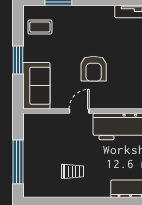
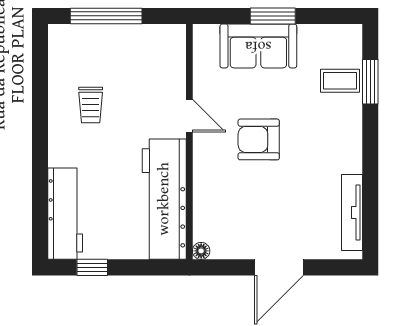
coffee table: (40, 27) -> (340, 81), moved, turned 90
sofa: (36, 86) -> (258, 46), moved

